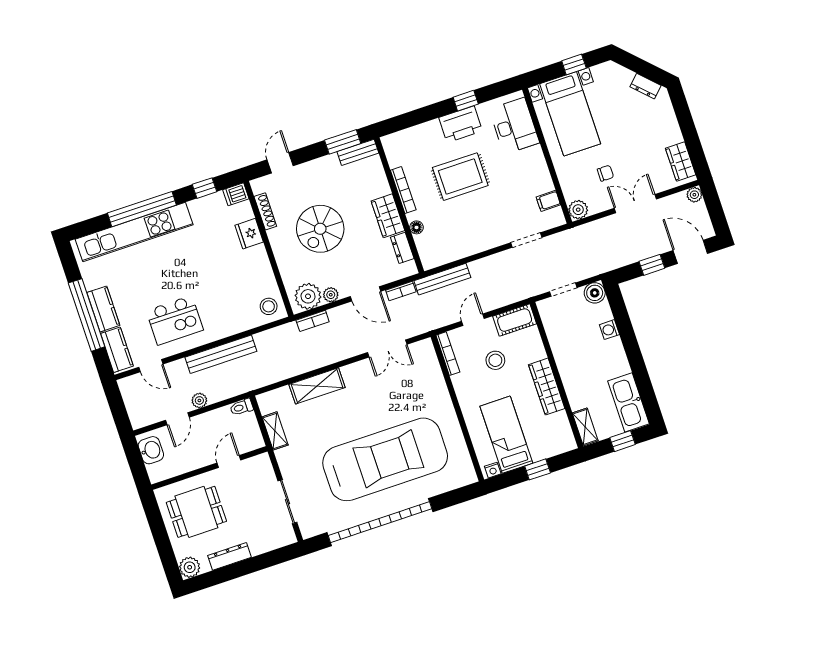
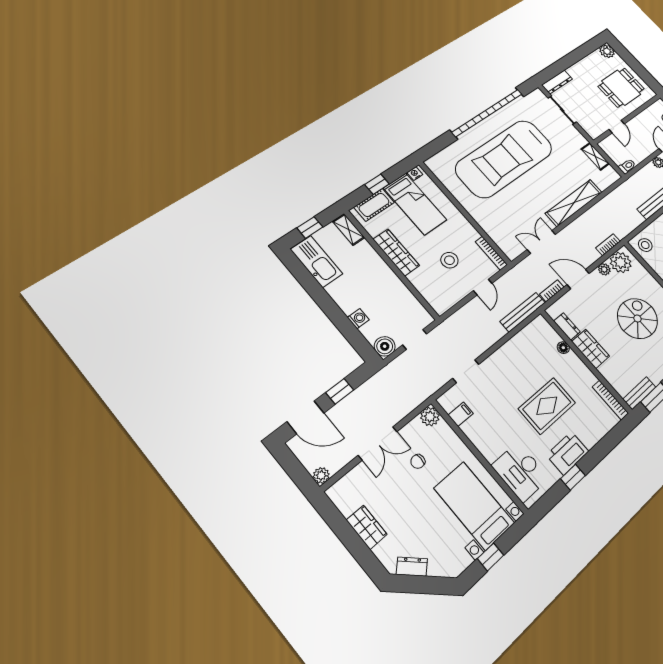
wardrobe: (681, 162) -> (367, 527), moved
bookcase: (403, 190) -> (610, 400), moved
cot: (515, 320) -> (374, 205), moved
shelving: (317, 386) -> (574, 203), width x1.47
dresser: (229, 556) -> (557, 82), moved

